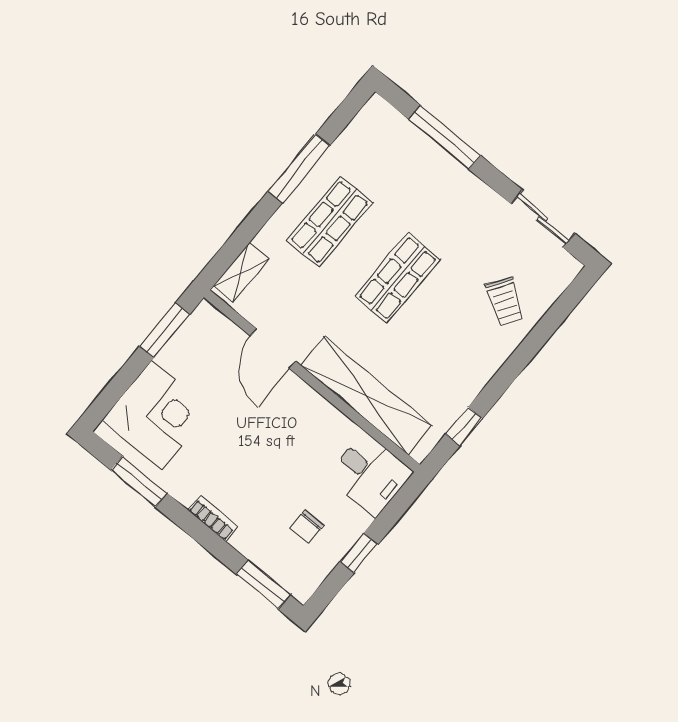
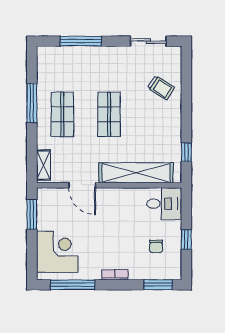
window: (139, 481) -> (73, 285), width x1.44

